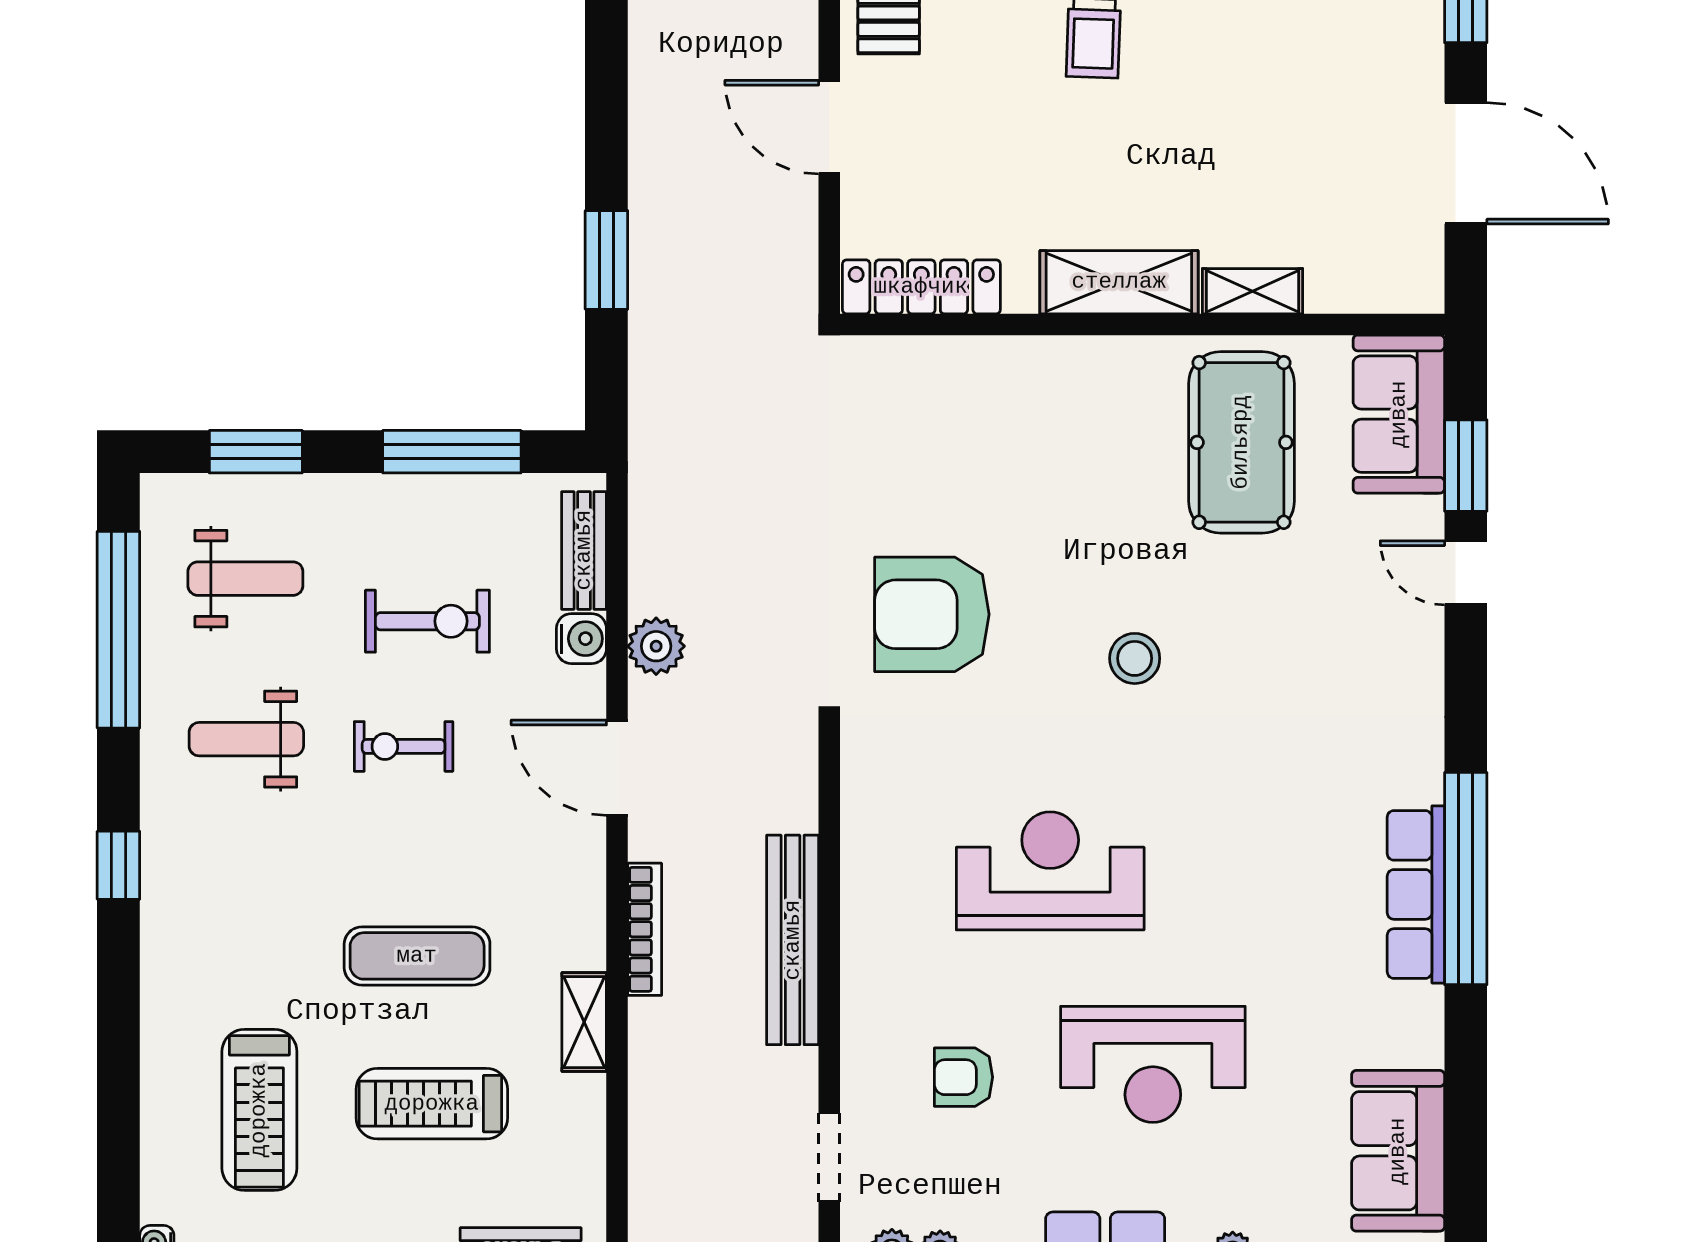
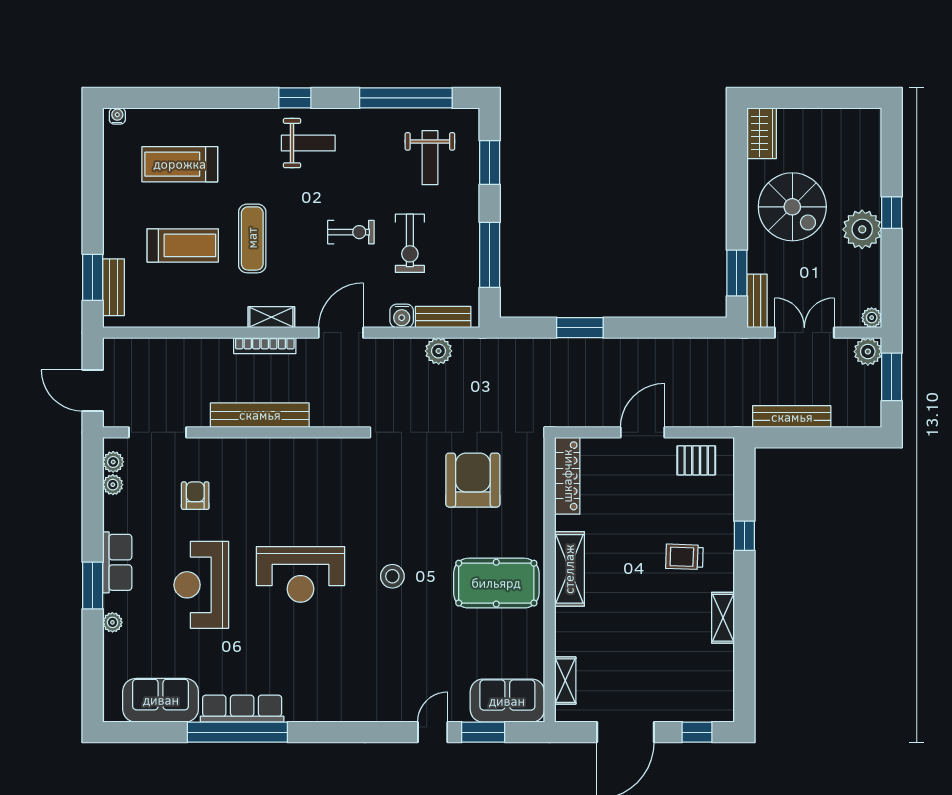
shelving: (1252, 291) -> (565, 681), moved
pool table: (1241, 442) -> (496, 583), moved
armchair: (932, 614) -> (473, 480), moved
plant: (656, 646) -> (439, 351), moved
weight bench: (246, 739) -> (308, 143), moved, turned 90
exercise bike: (404, 746) -> (351, 232), turned 90
reception desk: (1050, 871) -> (301, 574), moved, turned 90
window: (1466, 879) -> (237, 732), moved
row of seats: (1416, 894) -> (242, 709), moved
shelving: (584, 1022) -> (271, 317), moved
treadmill: (432, 1104) -> (183, 245), turned 90
doorway: (829, 1157) -> (157, 432), width x1.38

